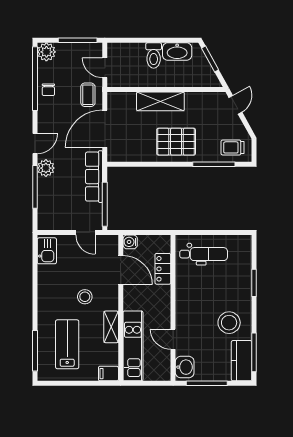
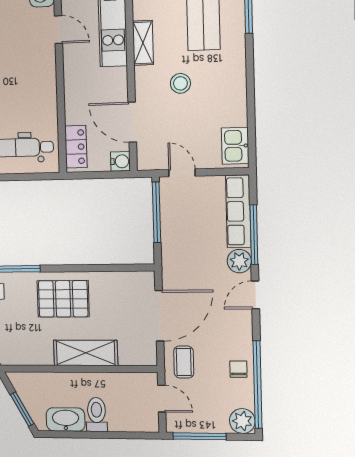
row of seats: (94, 177) -> (238, 211), moved, turned 180
locker: (163, 269) -> (76, 147), moved

